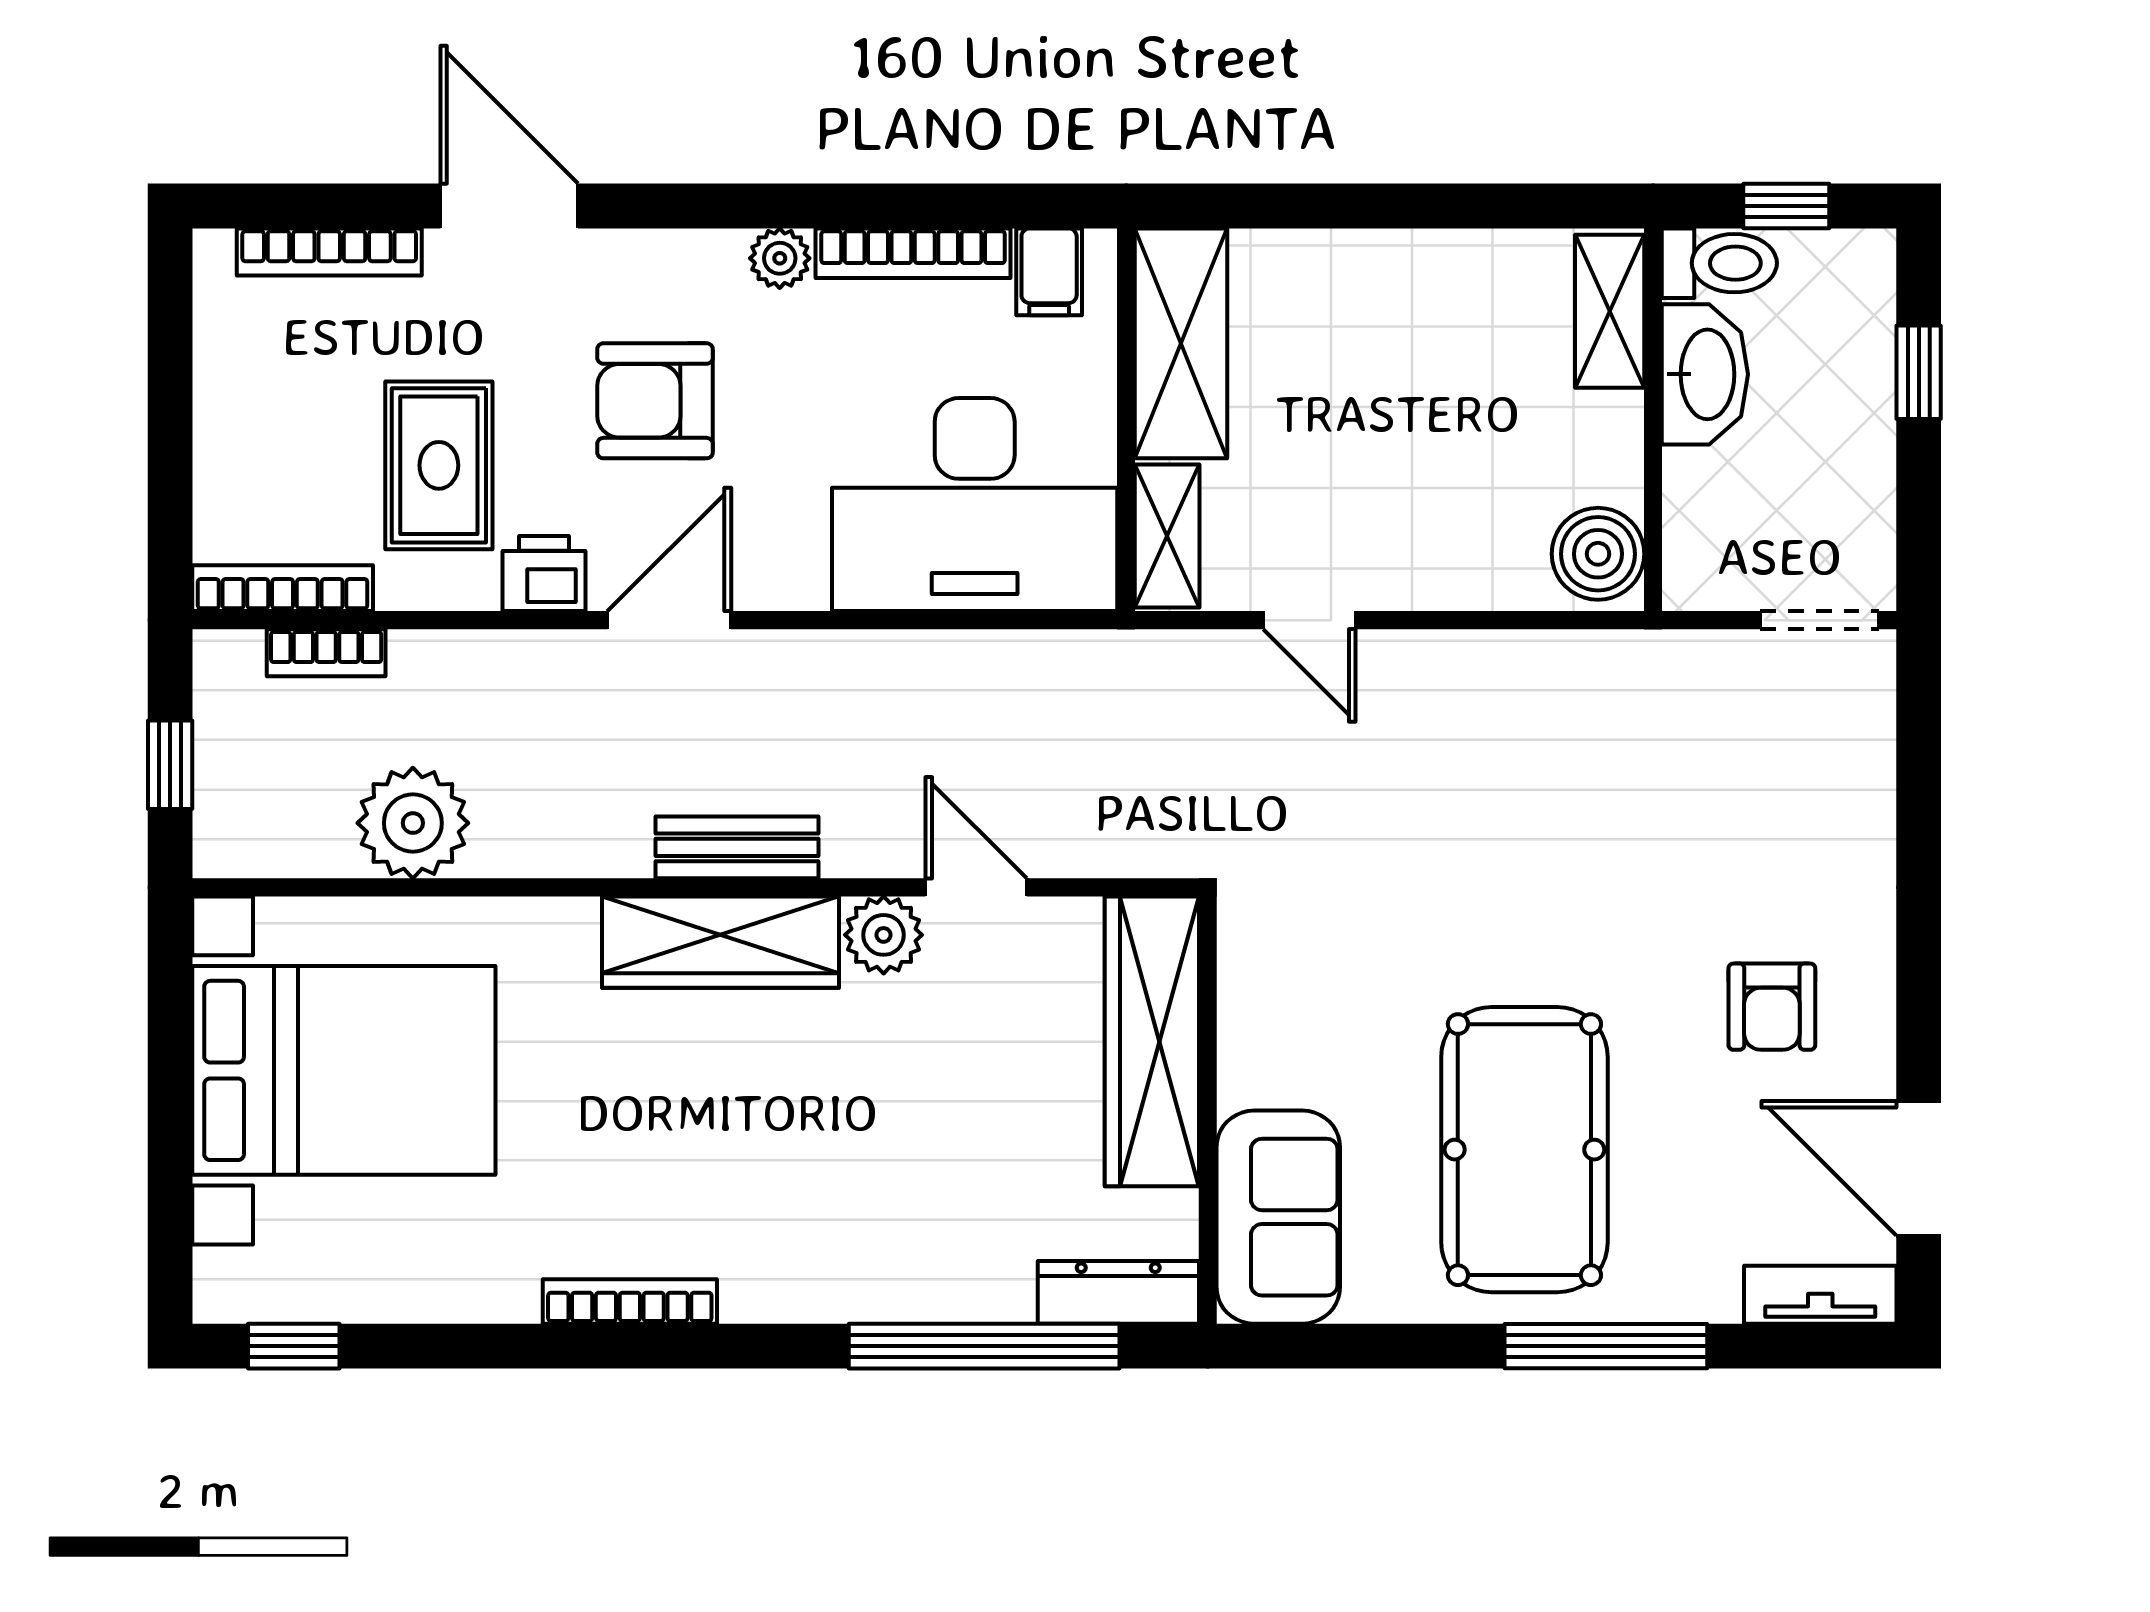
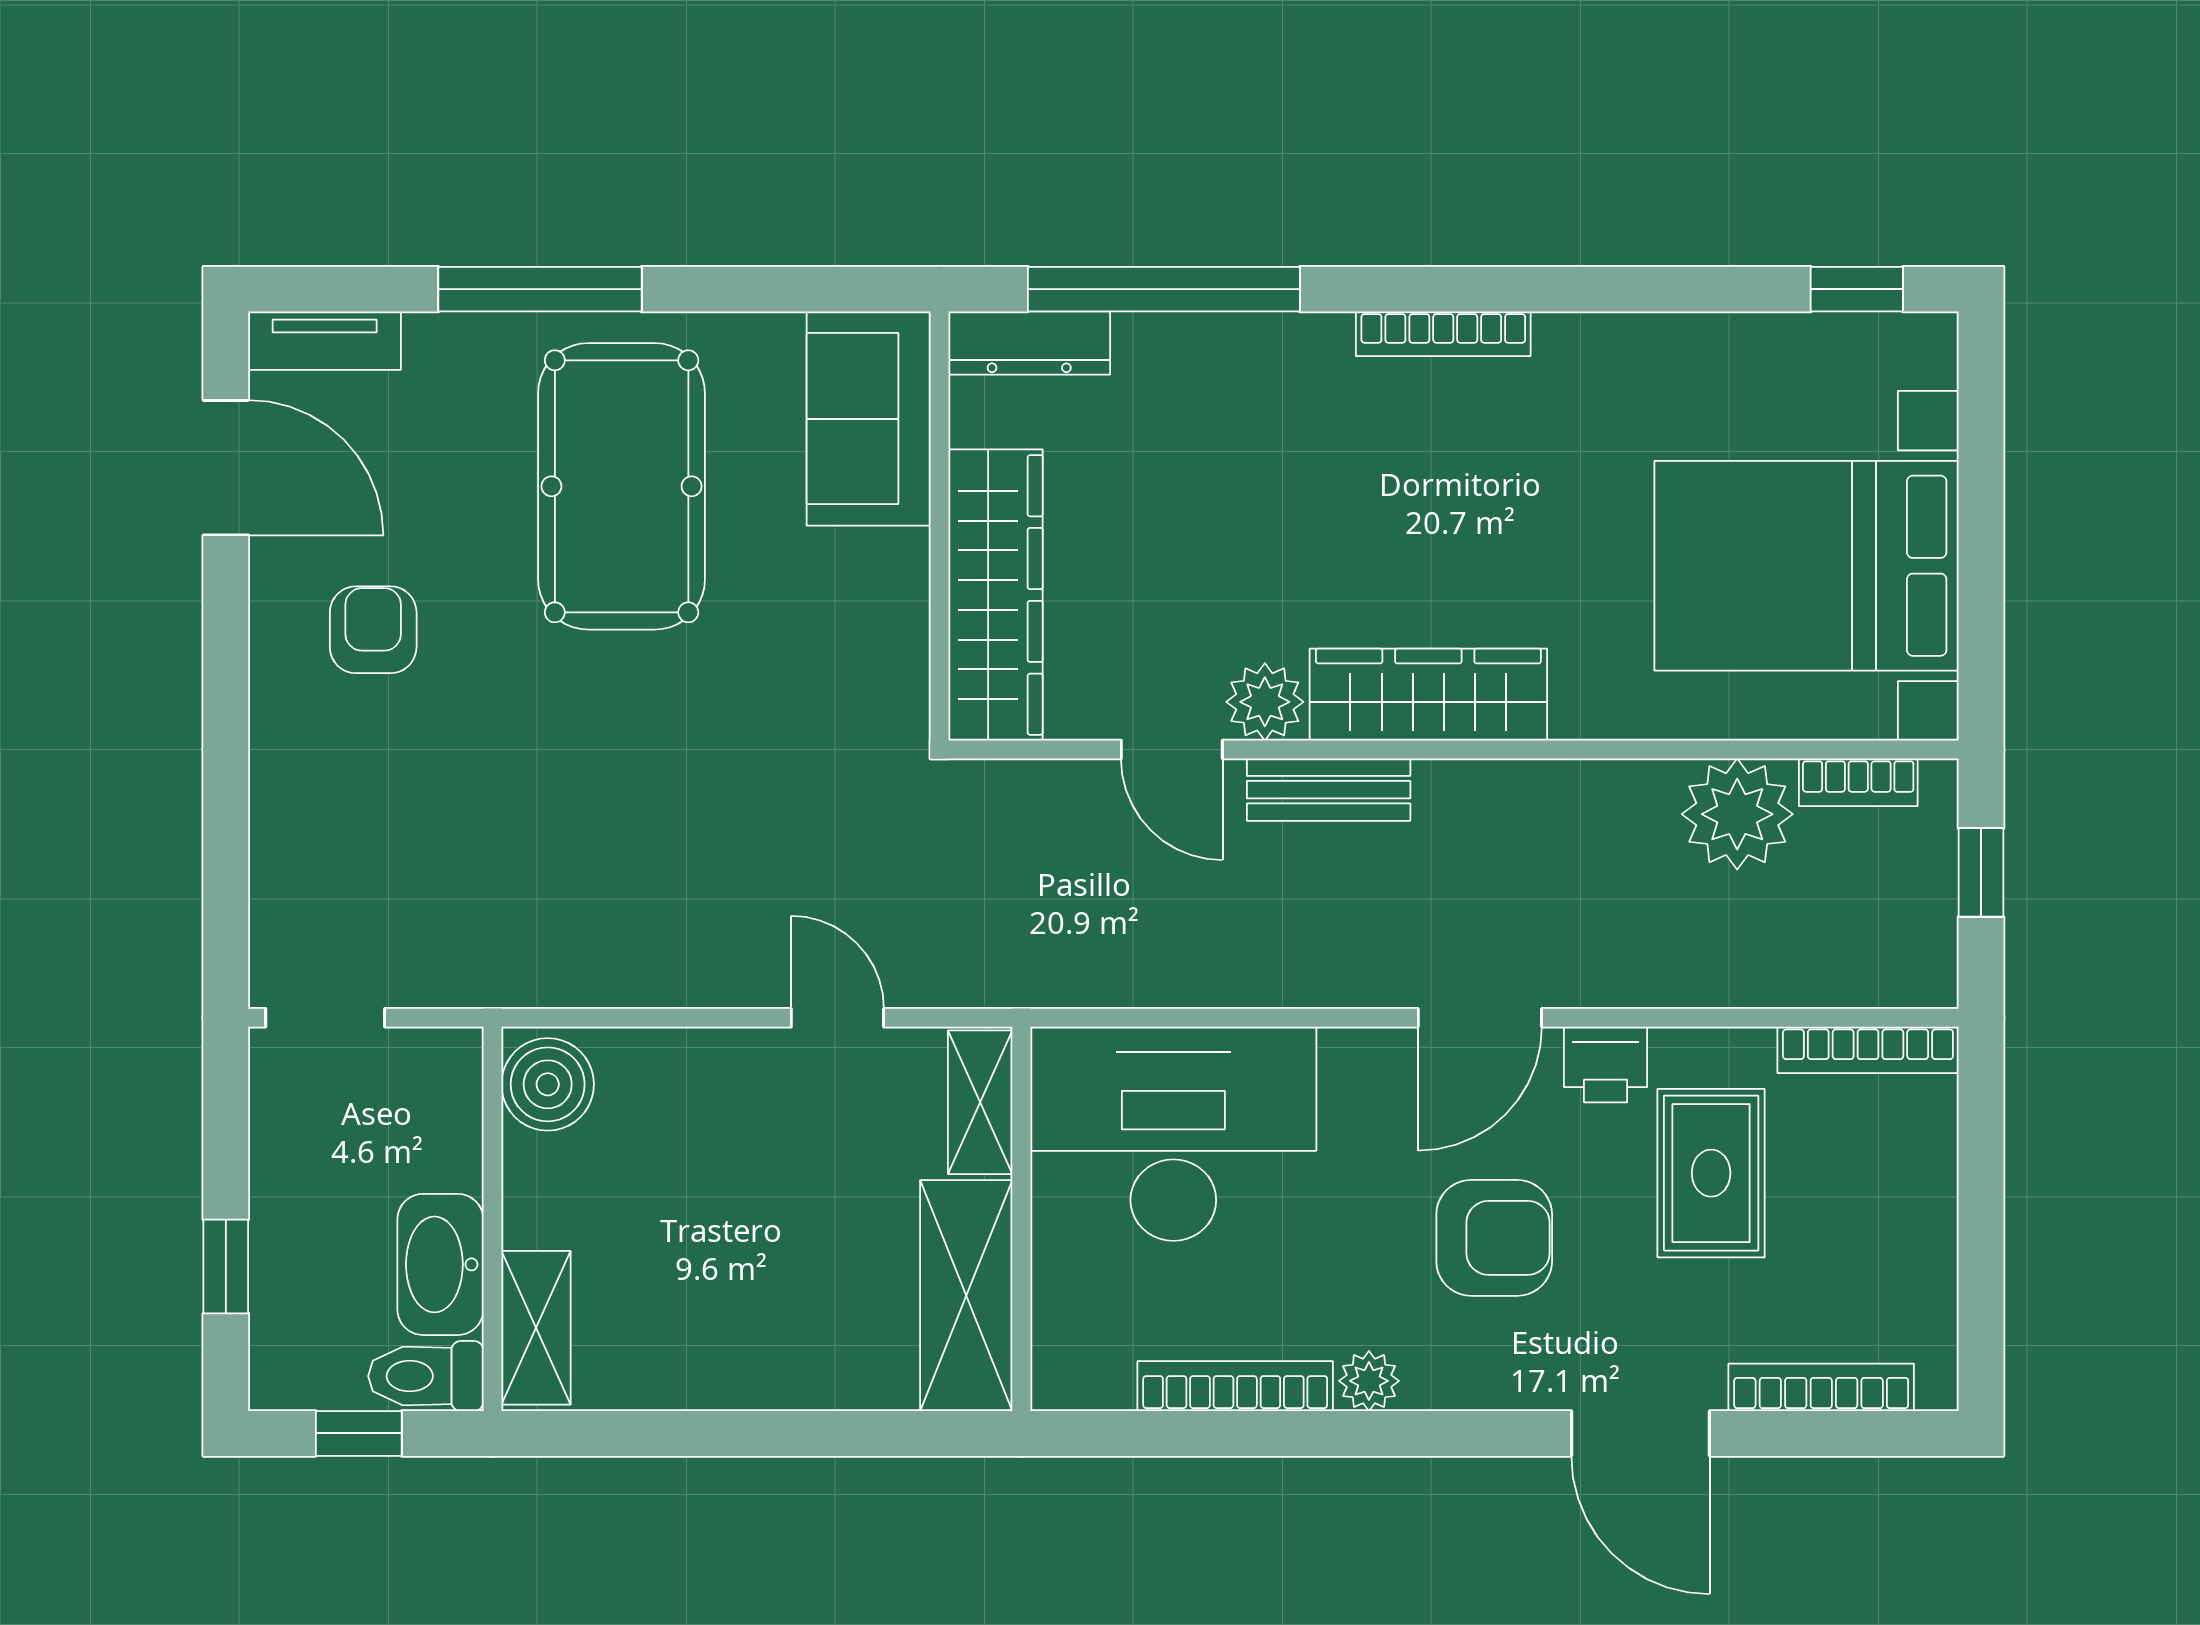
filing cabinet: (1049, 272) -> (1099, 1367), removed
bookcase: (326, 653) -> (1858, 782), moved, turned 180
bench: (737, 847) -> (1329, 790), moved
bookcase: (630, 1302) -> (1443, 334), moved

